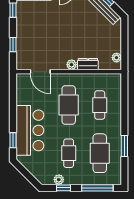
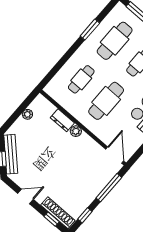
window: (13, 45) -> (109, 188), width x2.17
plant: (117, 58) -> (27, 114), moved
door: (40, 72) -> (115, 155), moved

